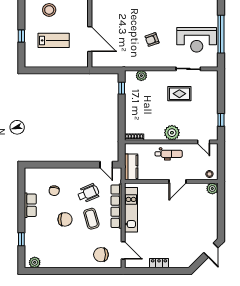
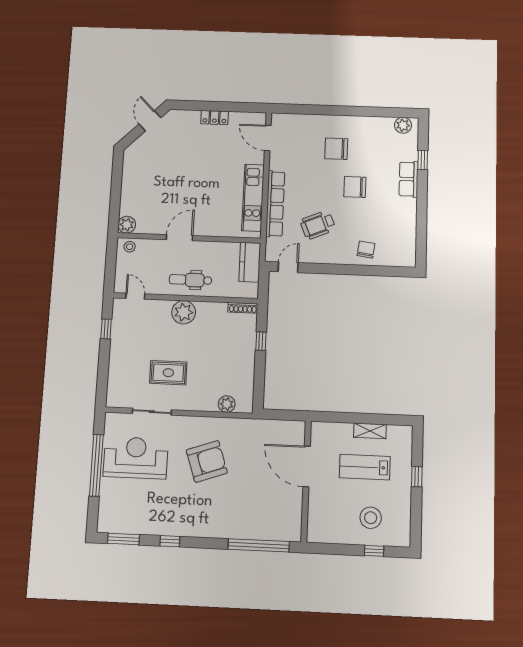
armchair: (152, 40) -> (207, 461), width x1.88, depth x1.88
shelving: (51, 63) -> (370, 431), added
window: (122, 88) -> (261, 341), moved
door: (106, 165) -> (288, 267), hinge flipped
chair: (54, 191) -> (366, 250), moved
row of seats: (30, 205) -> (409, 179), moved
coffee table: (91, 219) -> (314, 187), removed
door: (211, 250) -> (150, 121), moved
chair: (101, 255) -> (336, 149), moved, turned 180

